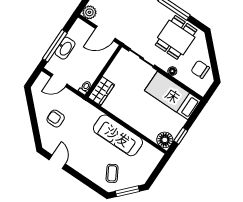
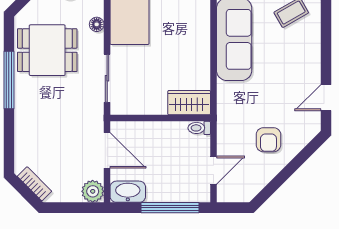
washbasin: (65, 48) -> (128, 192), moved
door: (59, 80) -> (213, 170), hinge flipped

